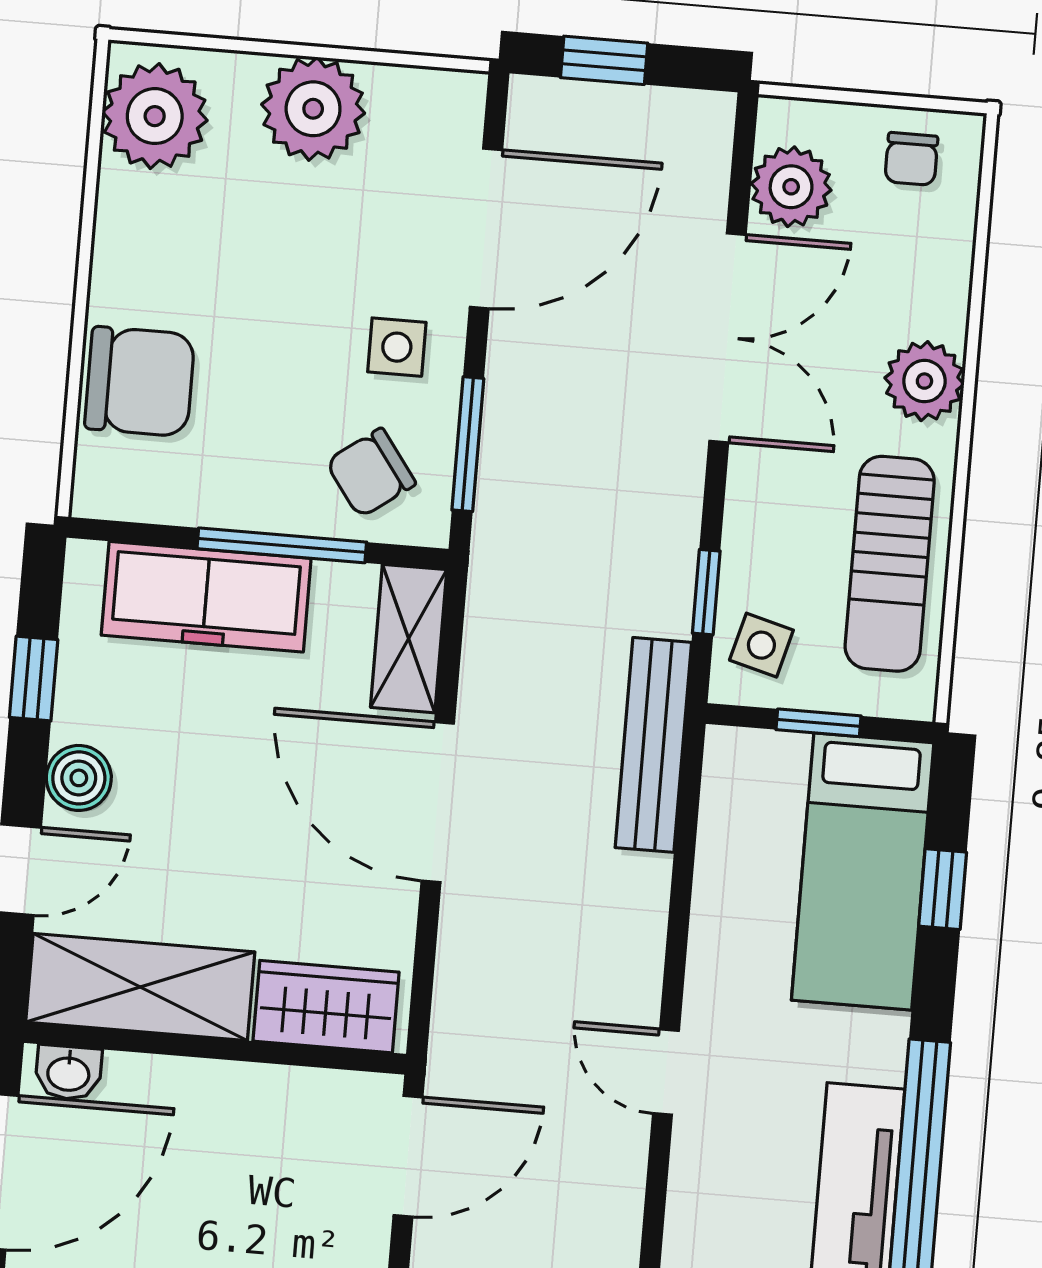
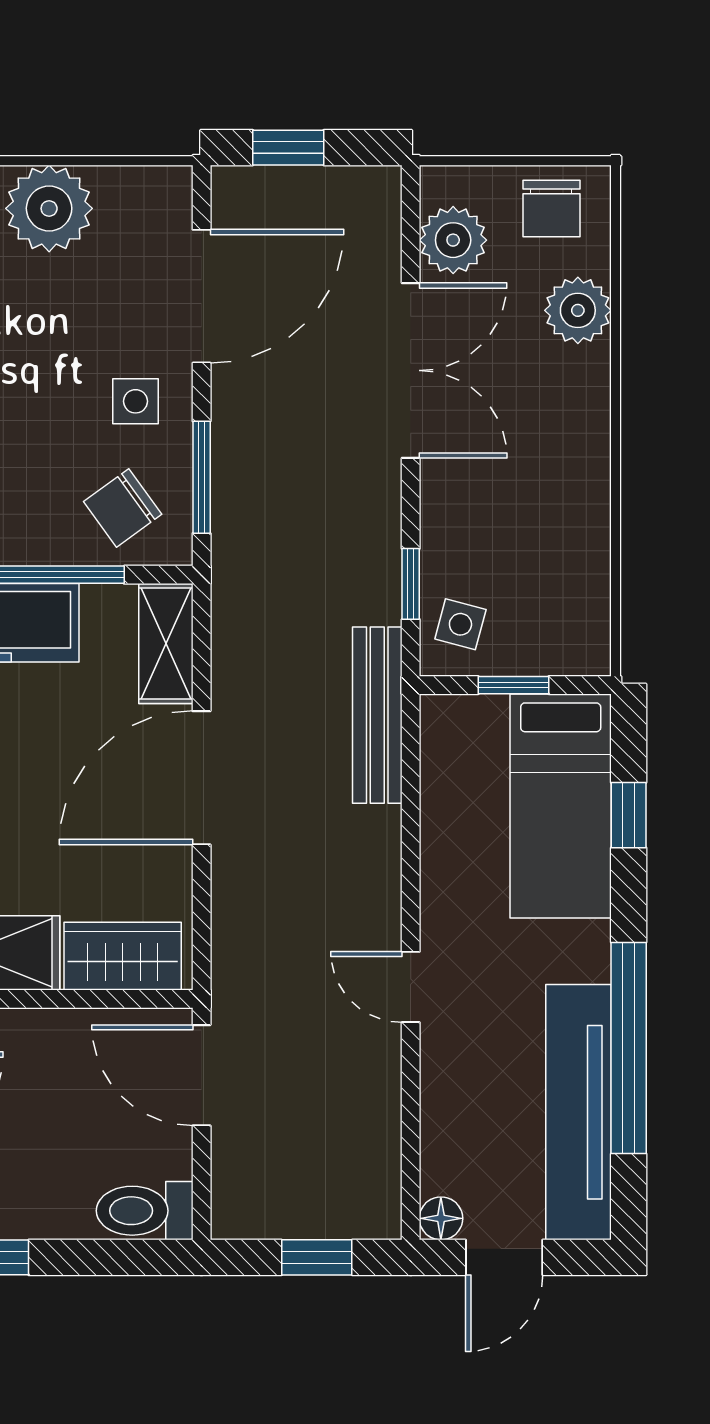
chair: (911, 159) -> (551, 208), width x1.37, depth x1.37
plant: (924, 381) -> (578, 310), moved
sun lounger: (890, 564) -> (562, 547), removed
door: (438, 802) -> (202, 778), hinge flipped
door: (408, 1156) -> (202, 1075), swing flipped

